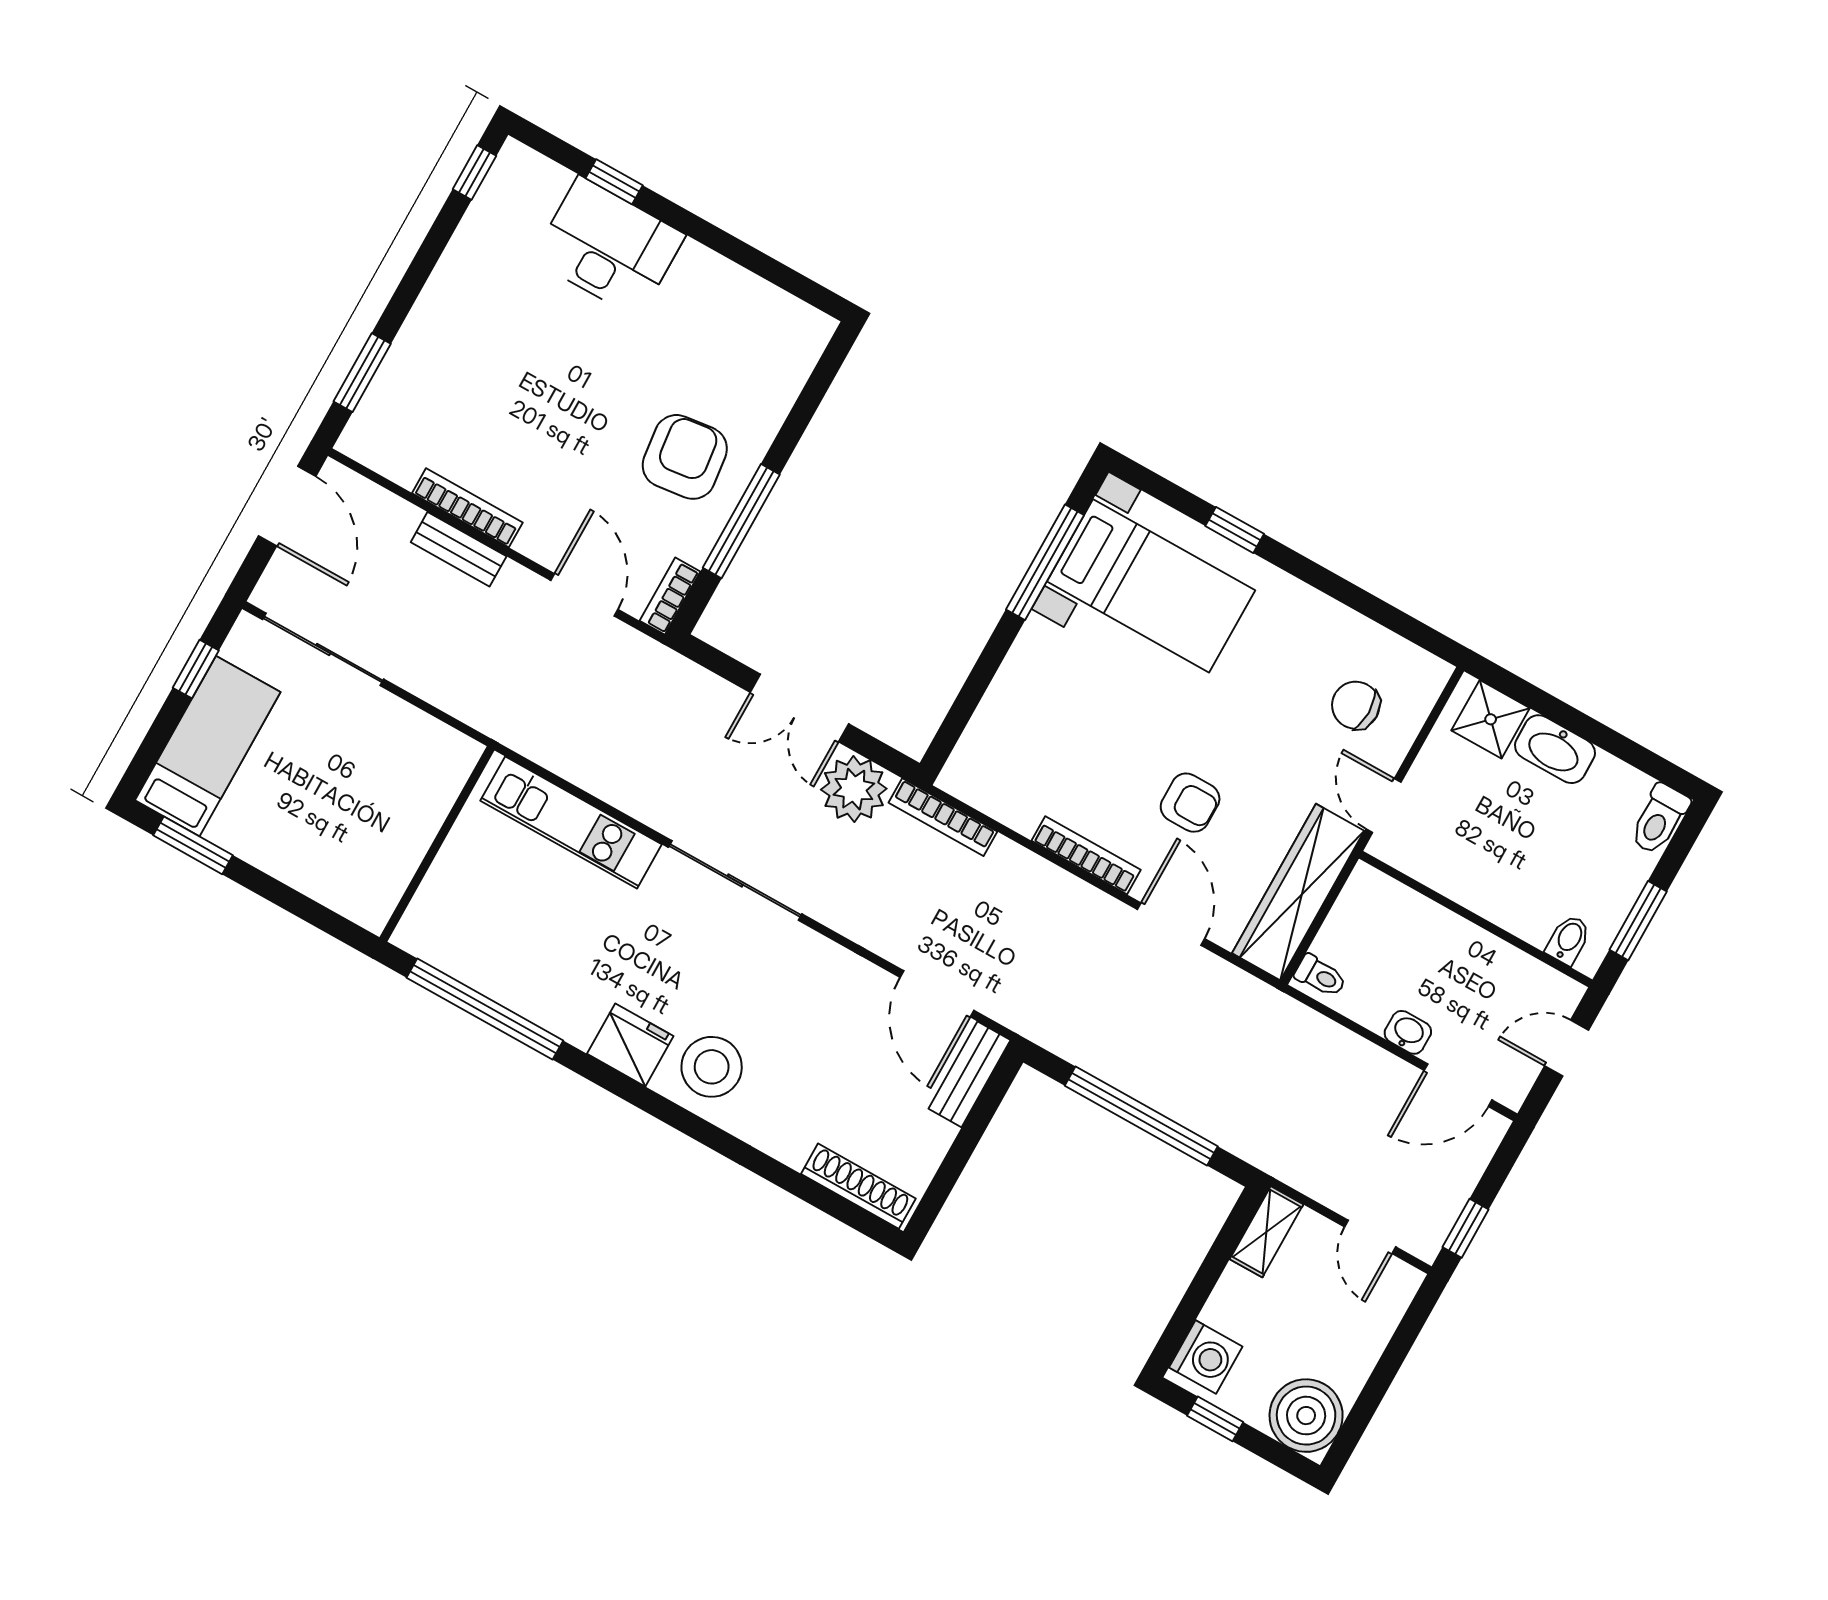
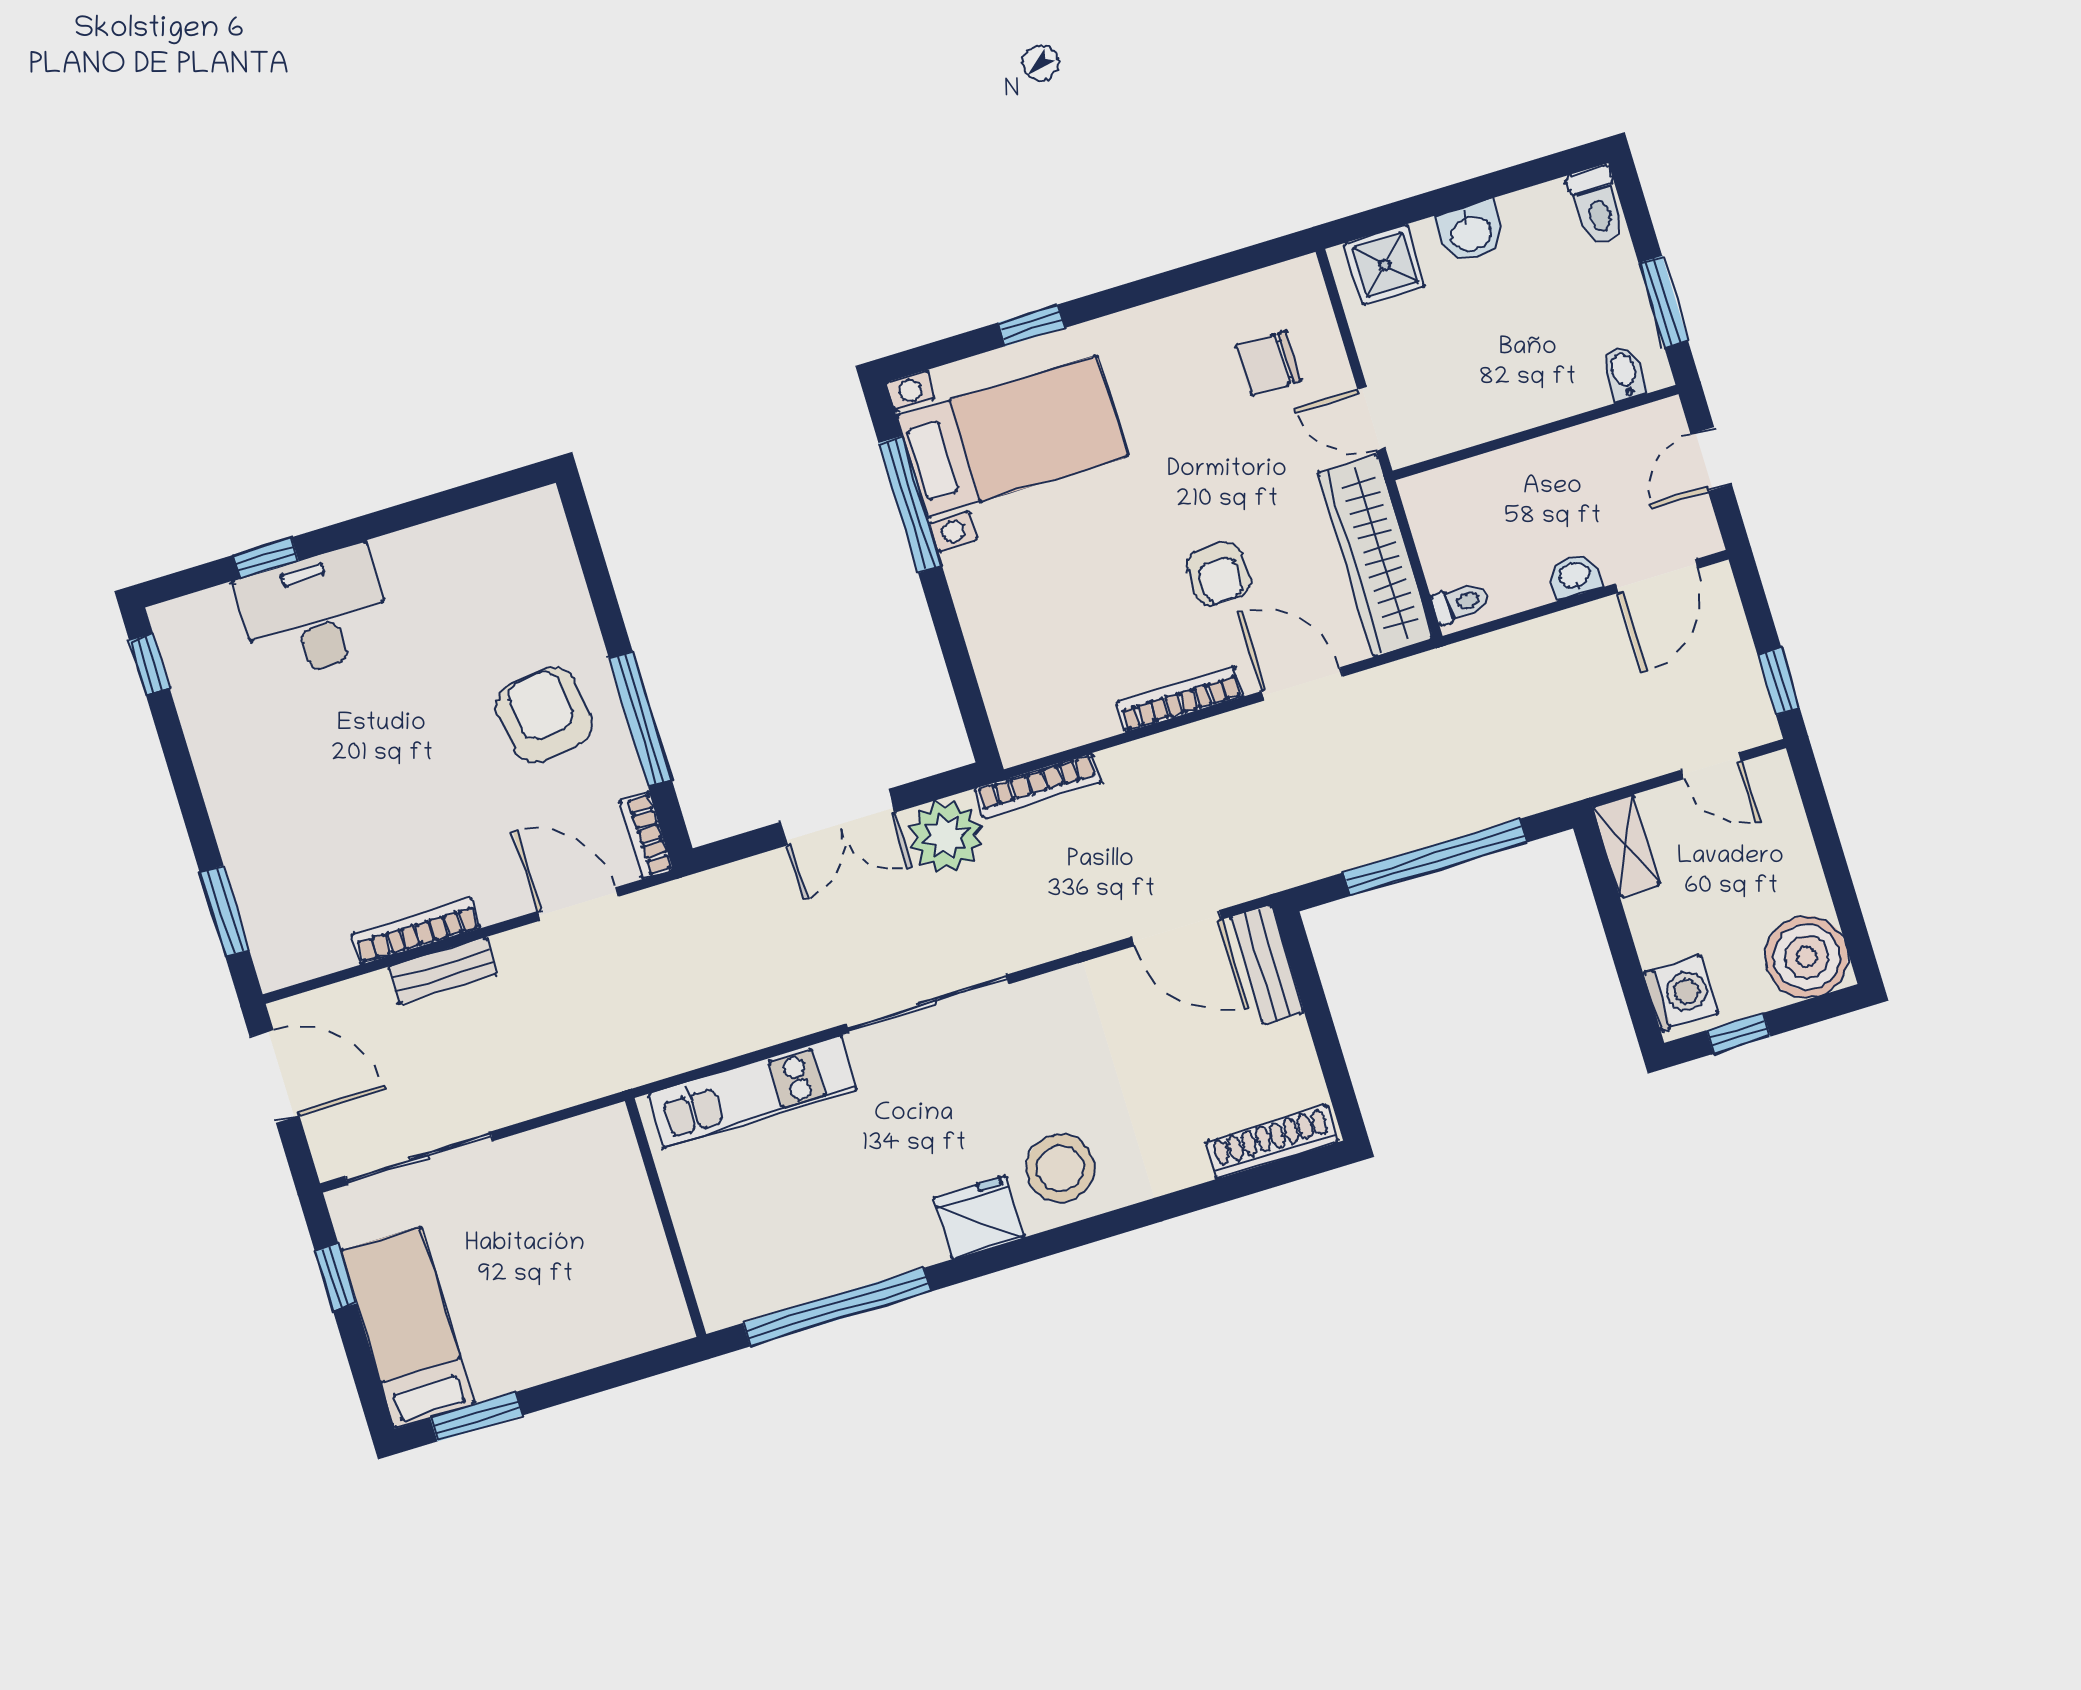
washbasin: (1555, 749) -> (1471, 232), width x0.72
armchair: (1190, 803) -> (1218, 574), turned 90

